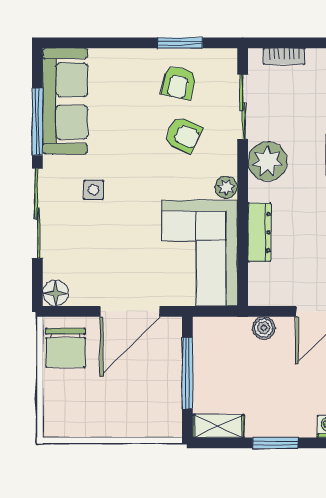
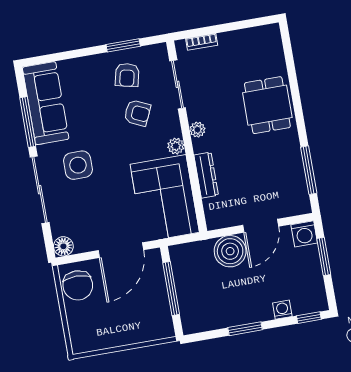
plant: (267, 161) -> (197, 130), width x0.53, depth x0.53
side table: (93, 190) -> (78, 165), width x1.87, depth x1.87
boiler: (264, 328) -> (230, 251), width x1.86, depth x1.86
shelving: (218, 426) -> (201, 324), removed

